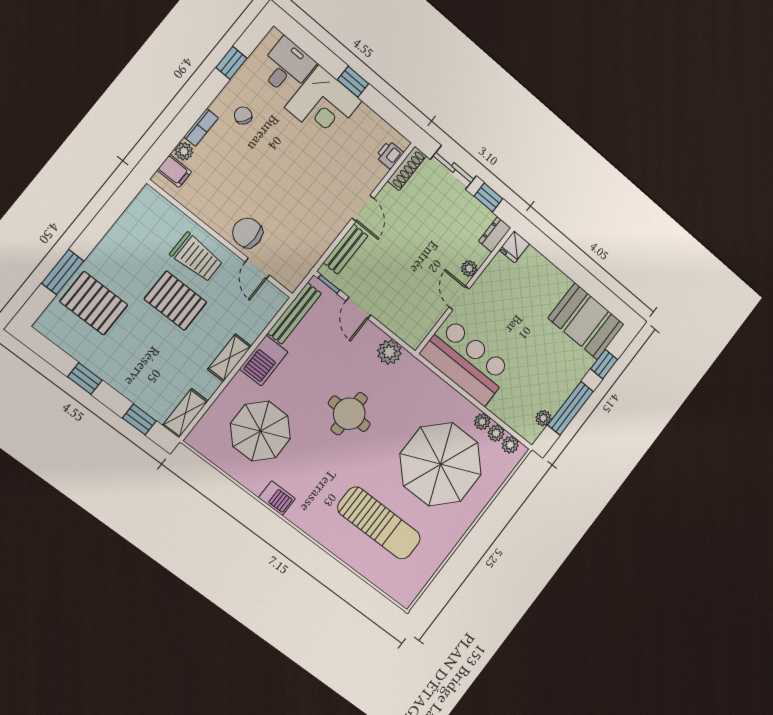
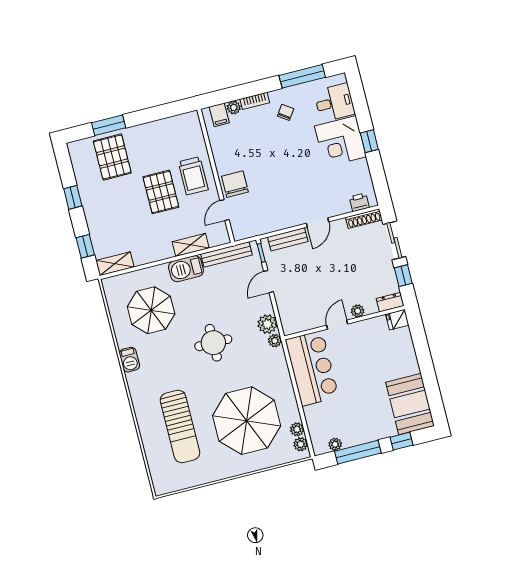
window: (231, 63) -> (302, 76), width x2.17
shelving: (229, 358) -> (191, 245), moved
plant: (482, 422) -> (275, 341), moved

